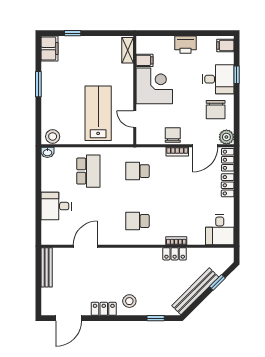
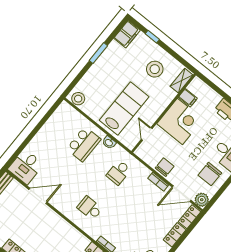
stool: (97, 59) -> (155, 69), added
washbasin: (47, 152) -> (109, 142), moved
school desk: (137, 171) -> (119, 172), turned -90
desk: (56, 206) -> (26, 167), moved, turned -90

